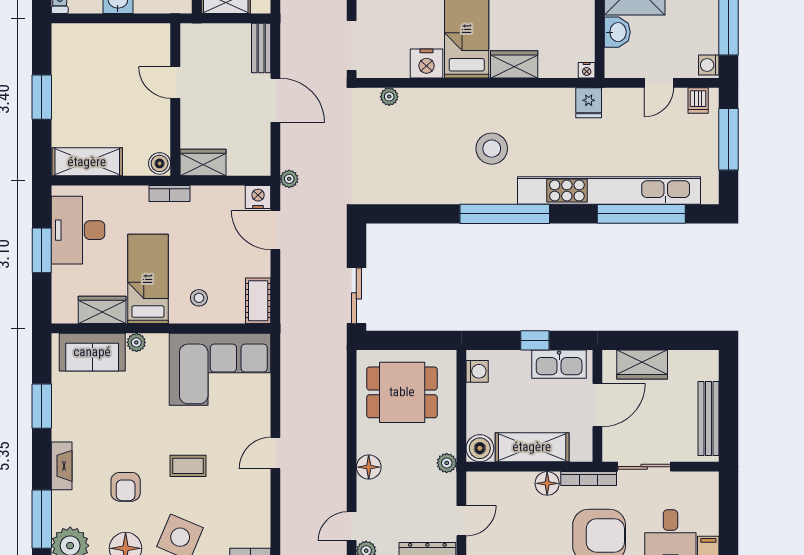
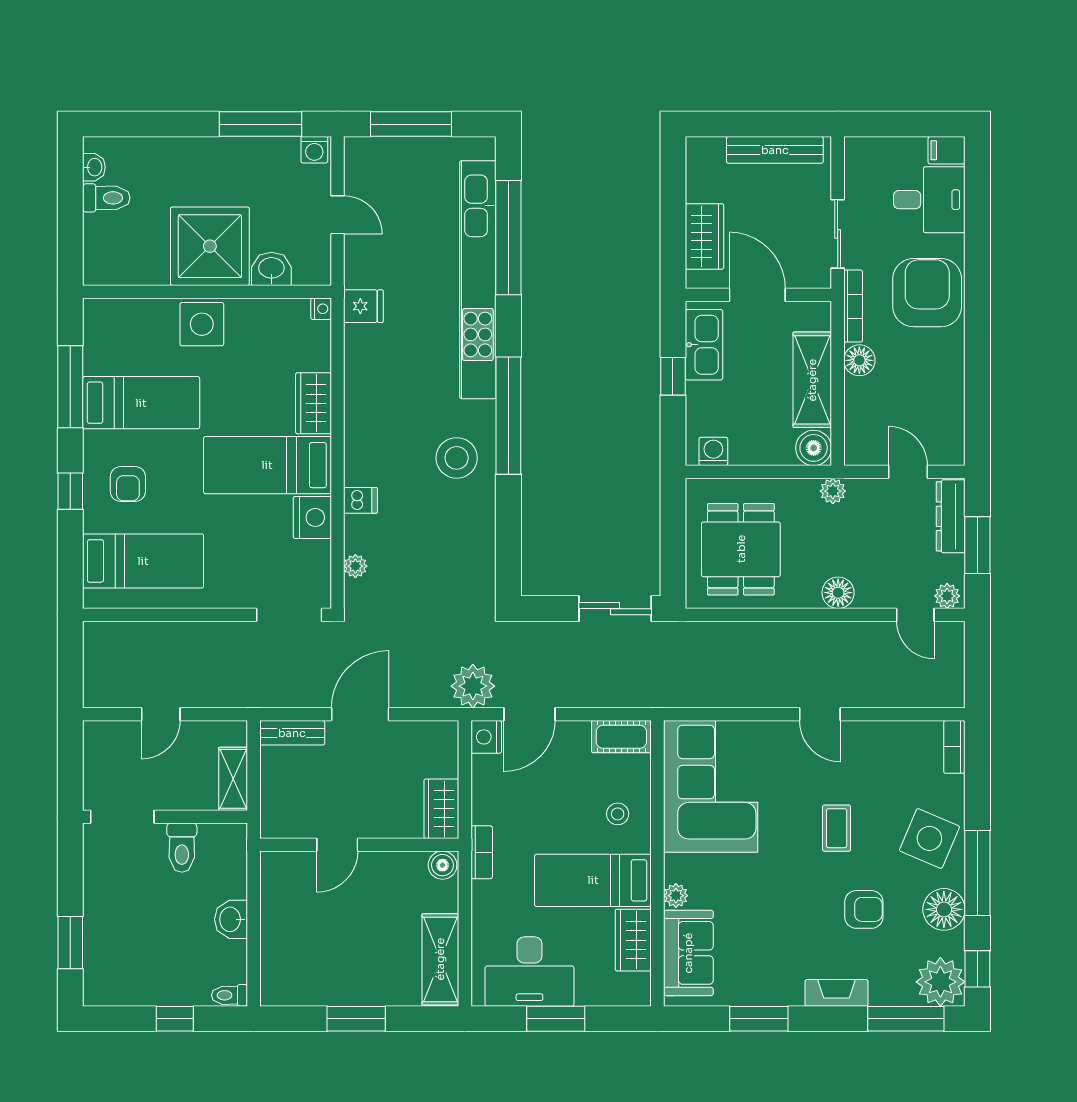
dishwasher: (698, 100) -> (360, 500), moved
stool: (492, 149) -> (457, 458), moved
plant: (289, 179) -> (473, 686), width x1.88, depth x1.88

